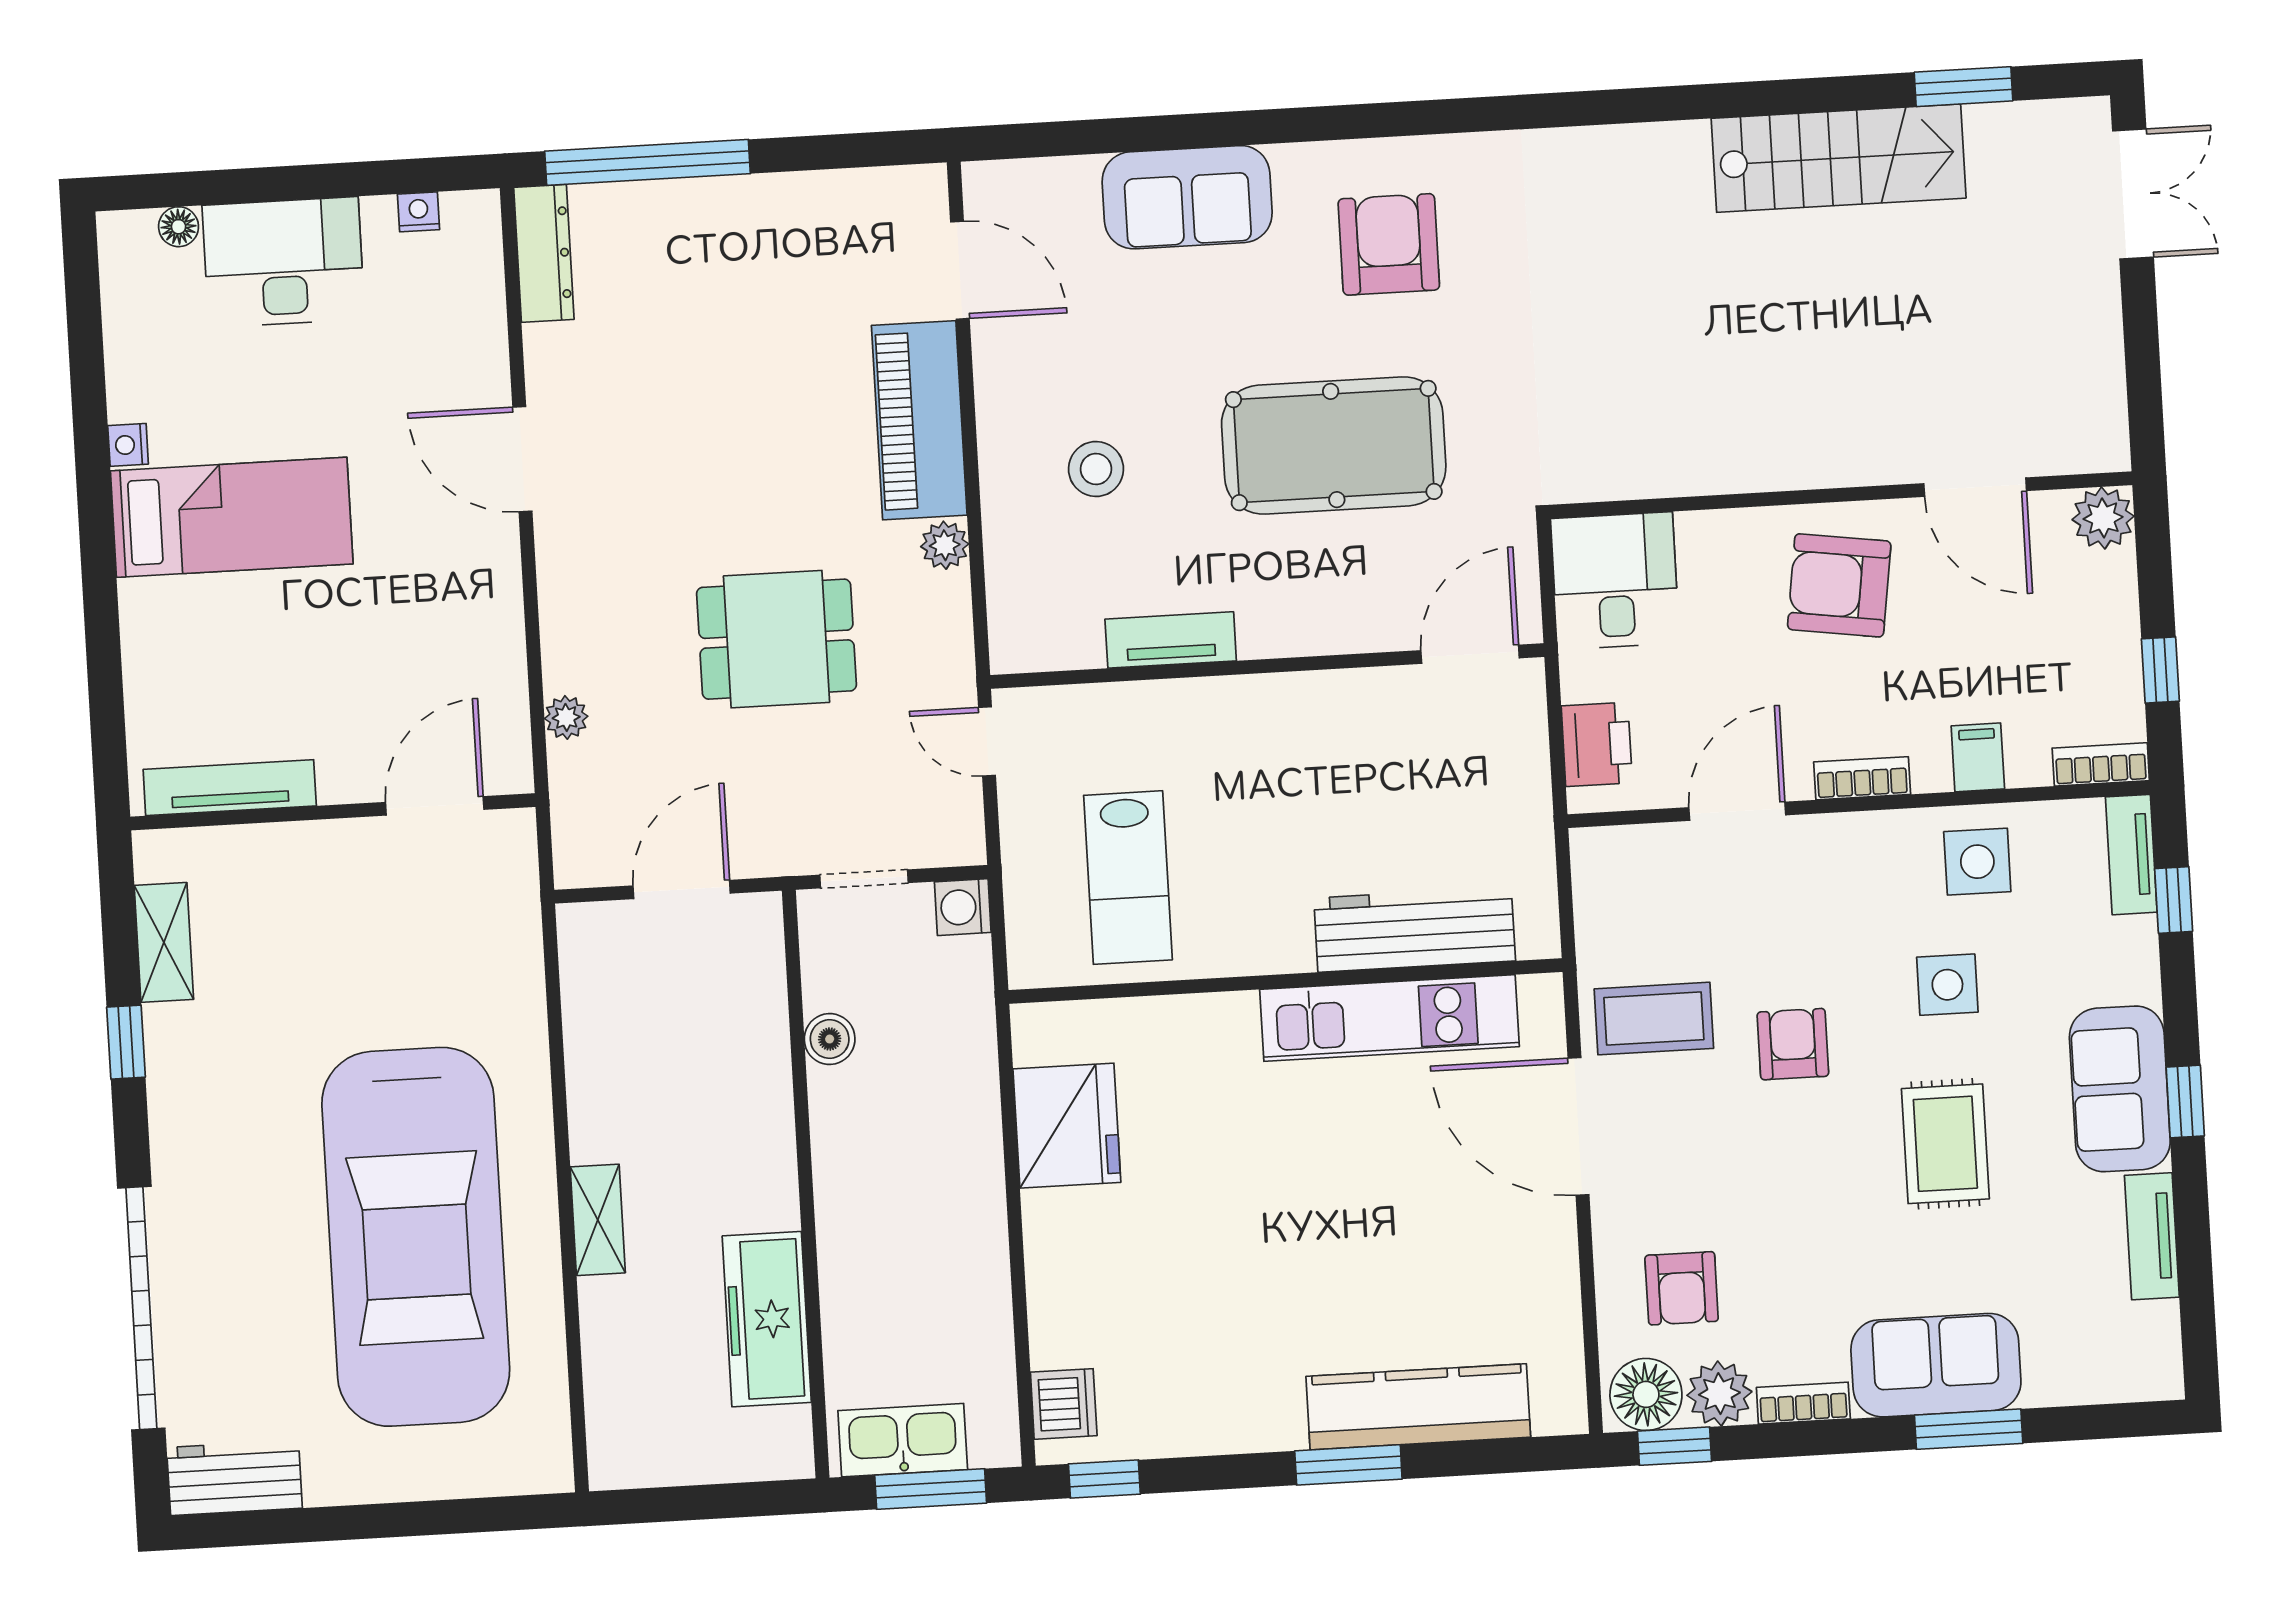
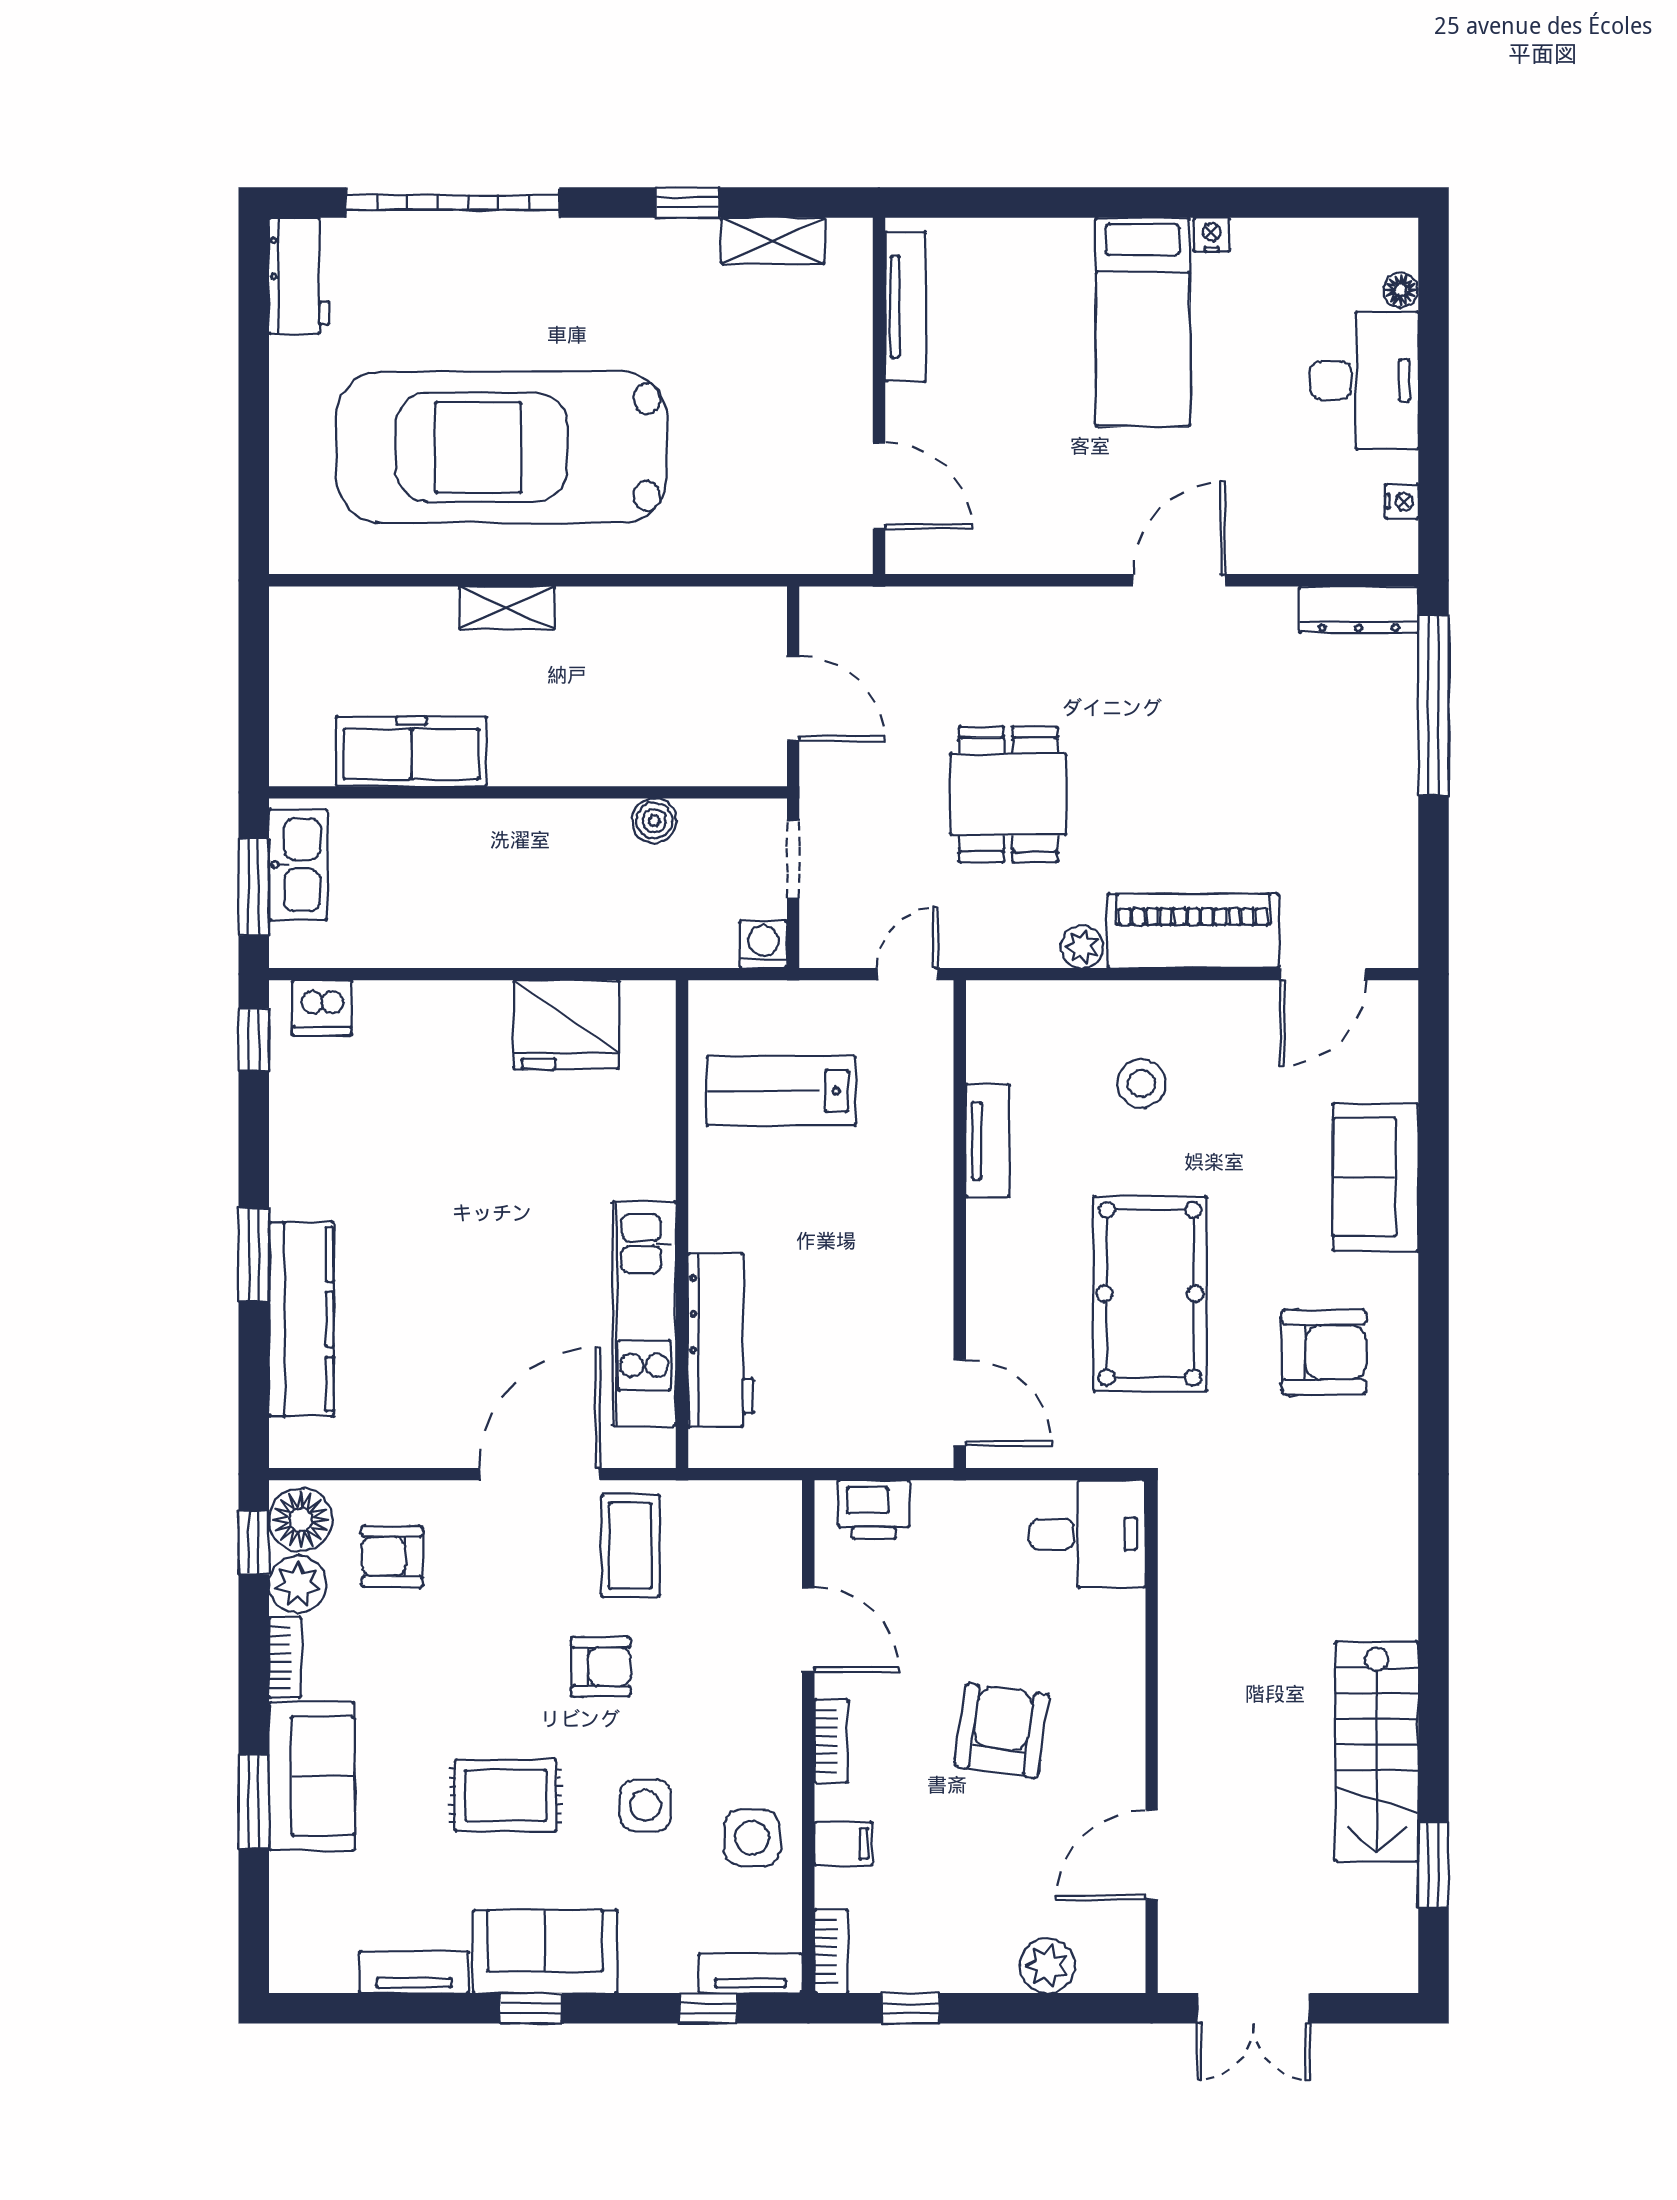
double door: (2133, 194) -> (1253, 2008), moved
door: (1975, 487) -> (1152, 1855), moved
wall: (1841, 495) -> (1152, 1737), moved
desk: (1615, 581) -> (1088, 1534), moved
plant: (566, 717) -> (950, 606), removed

